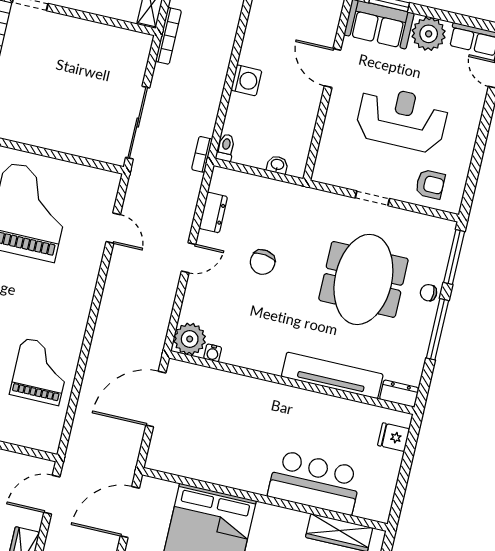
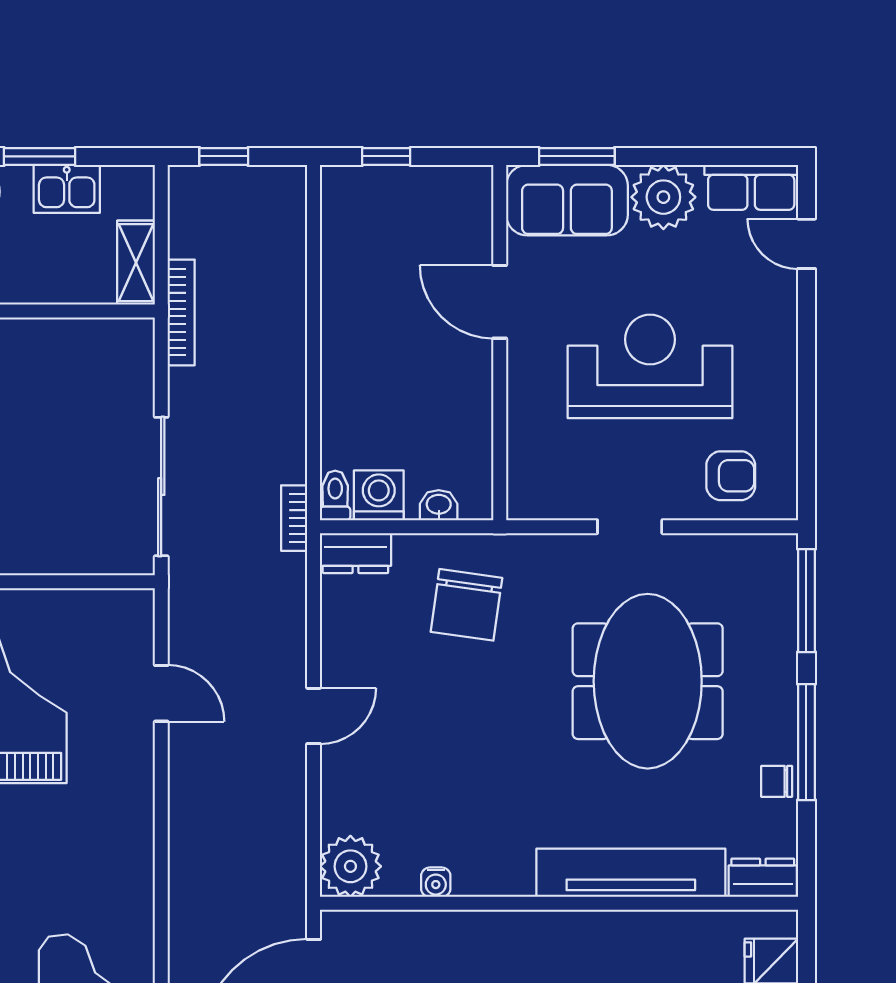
washing machine: (246, 80) -> (379, 495), moved, turned -90
dresser: (213, 212) -> (355, 553), moved, turned 90
chair: (263, 262) -> (466, 605), moved, width x1.37, depth x1.37
chair: (429, 293) -> (777, 781), moved
water cooler: (213, 353) -> (436, 882), moved

